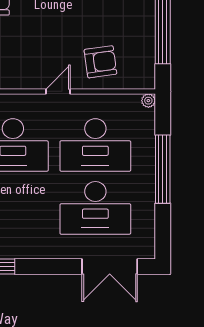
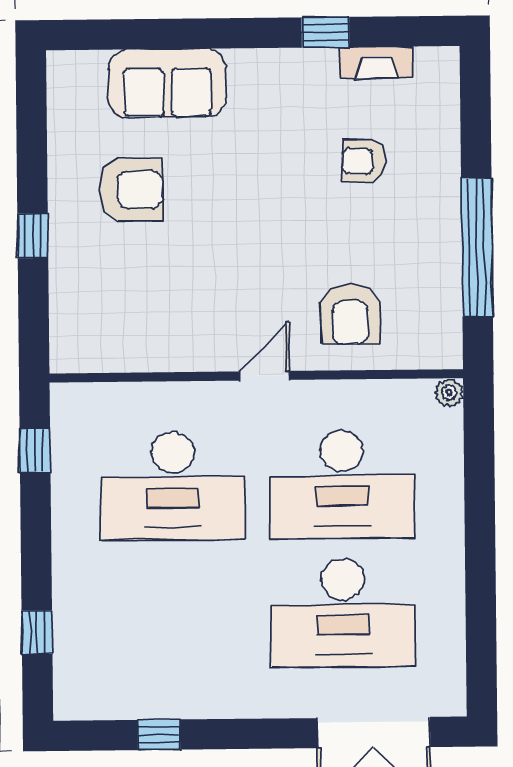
armchair: (100, 62) -> (350, 314), turned 98
window: (163, 169) -> (480, 532), removed

